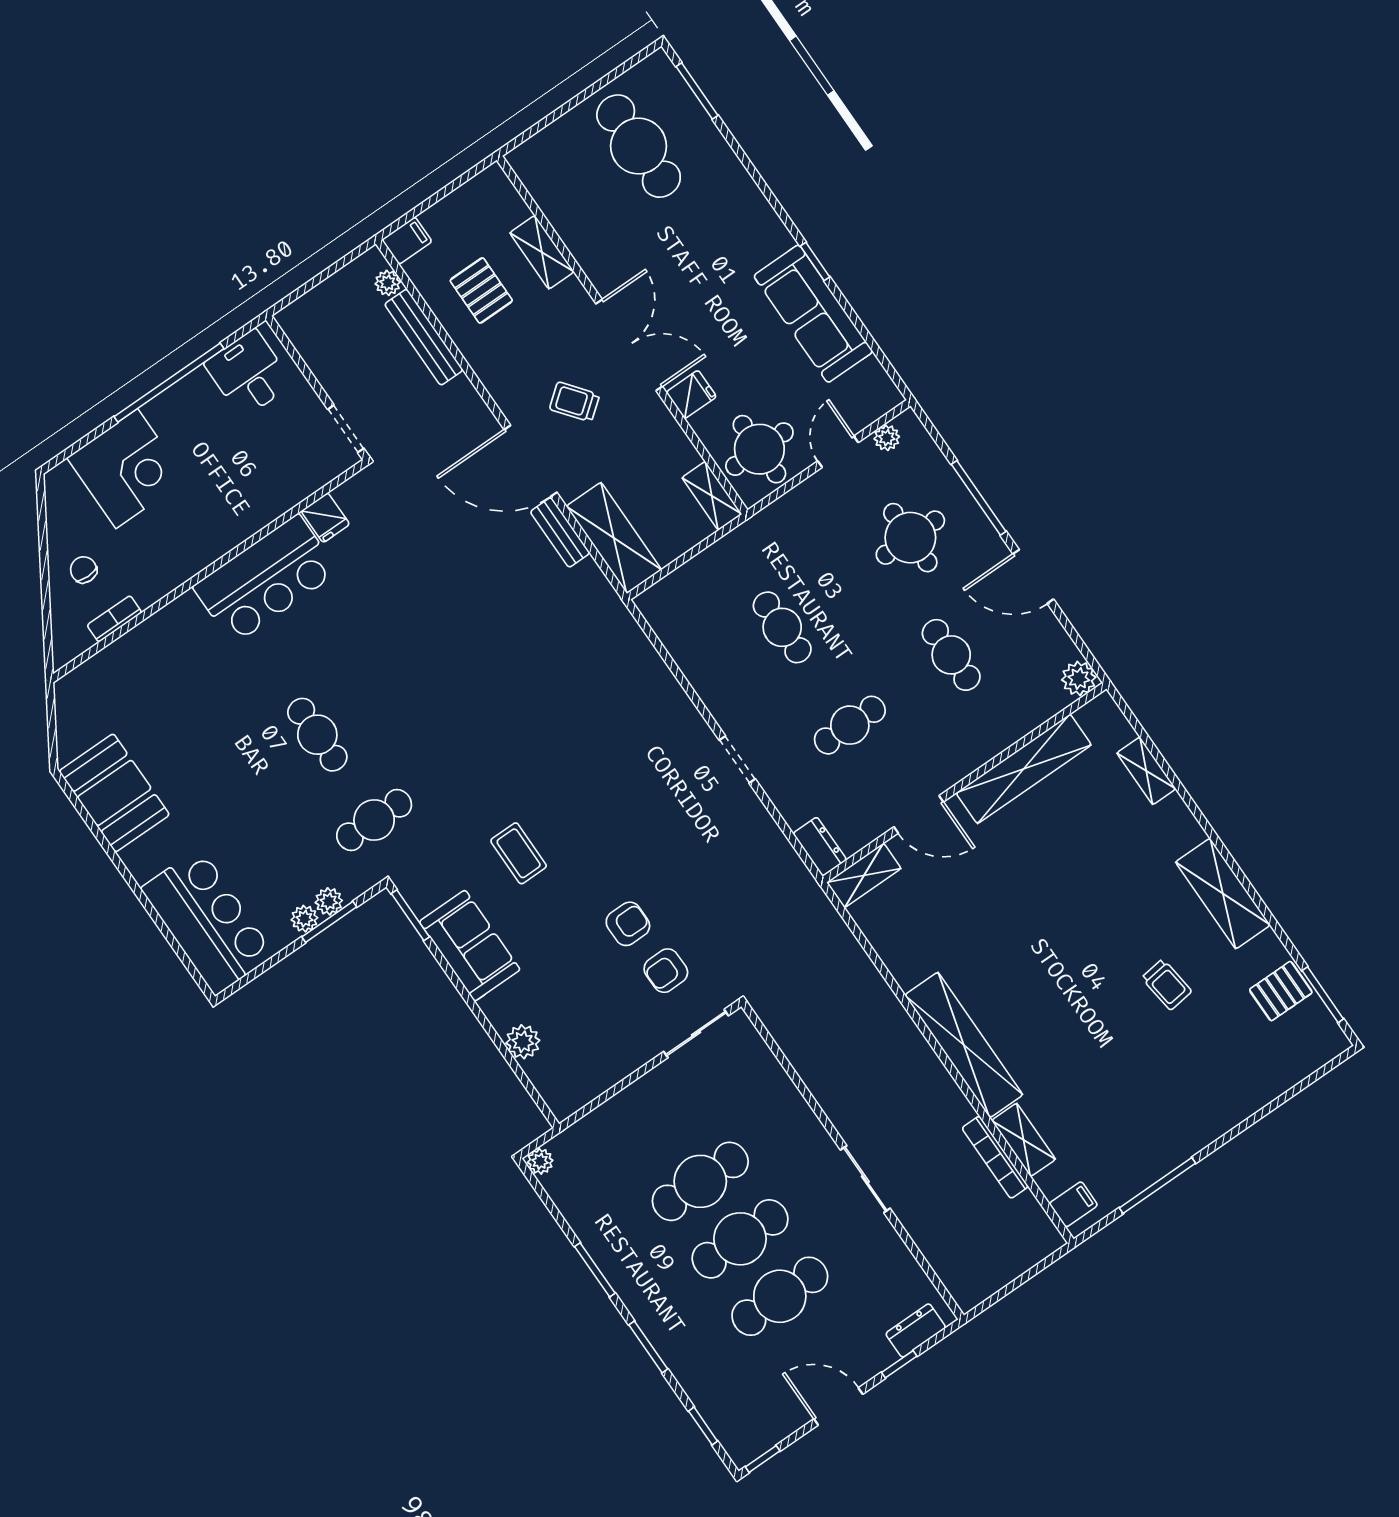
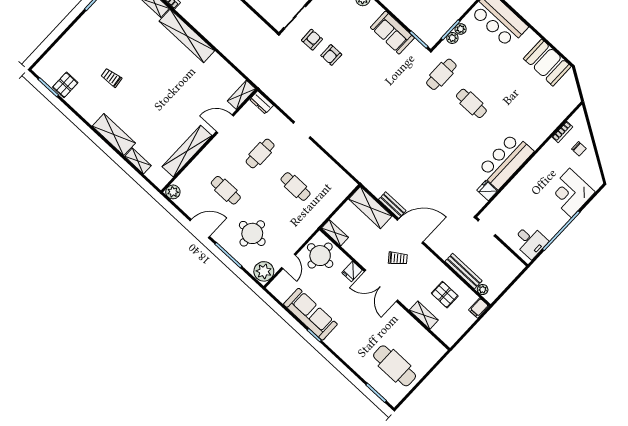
plant: (887, 438) -> (264, 271), width x1.87, depth x1.87
coffee table: (519, 853) -> (381, 74), removed
shelving: (1223, 894) -> (114, 135), moved

